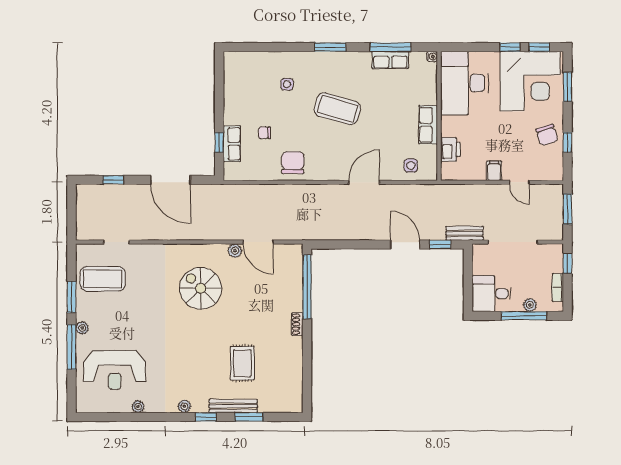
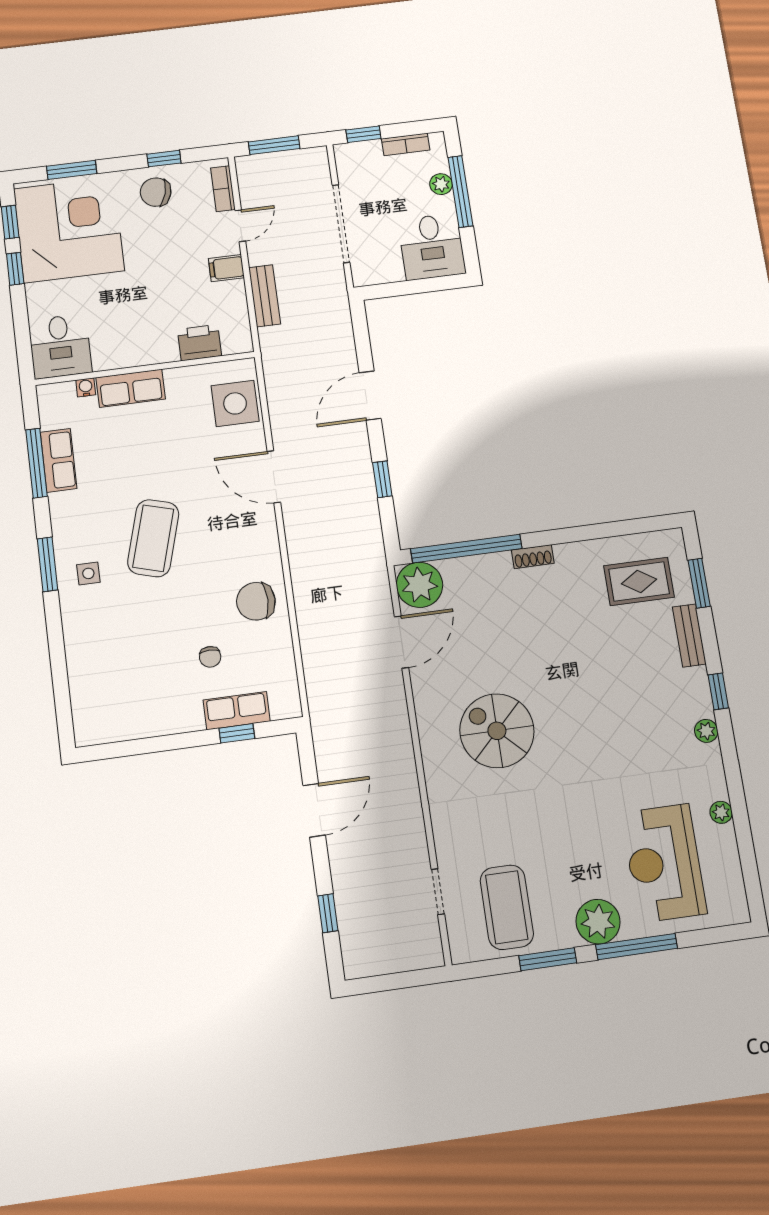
water cooler: (432, 57) -> (86, 387), moved
desk: (464, 83) -> (60, 346), width x0.53, depth x0.77
side table: (287, 84) -> (88, 573), moved
row of seats: (428, 125) -> (131, 388), moved
chair: (547, 135) -> (156, 192), turned -148
side table: (411, 166) -> (235, 403), width x1.87, depth x1.87
bookcase: (544, 175) -> (223, 189), added
door: (170, 180) -> (314, 810), width x0.73
bench: (464, 233) -> (265, 296), moved
window: (440, 244) -> (382, 479), moved
plant: (235, 251) -> (419, 585), moved, width x1.87, depth x1.87
spiral stairs: (201, 288) -> (497, 731), turned 90
plant: (82, 328) -> (598, 922), width x1.88, depth x1.88
rug: (242, 363) -> (639, 581), moved
reception desk: (115, 370) -> (664, 863), turned 180
bench: (233, 406) -> (689, 636), width x0.73
window: (249, 417) -> (699, 583), moved

